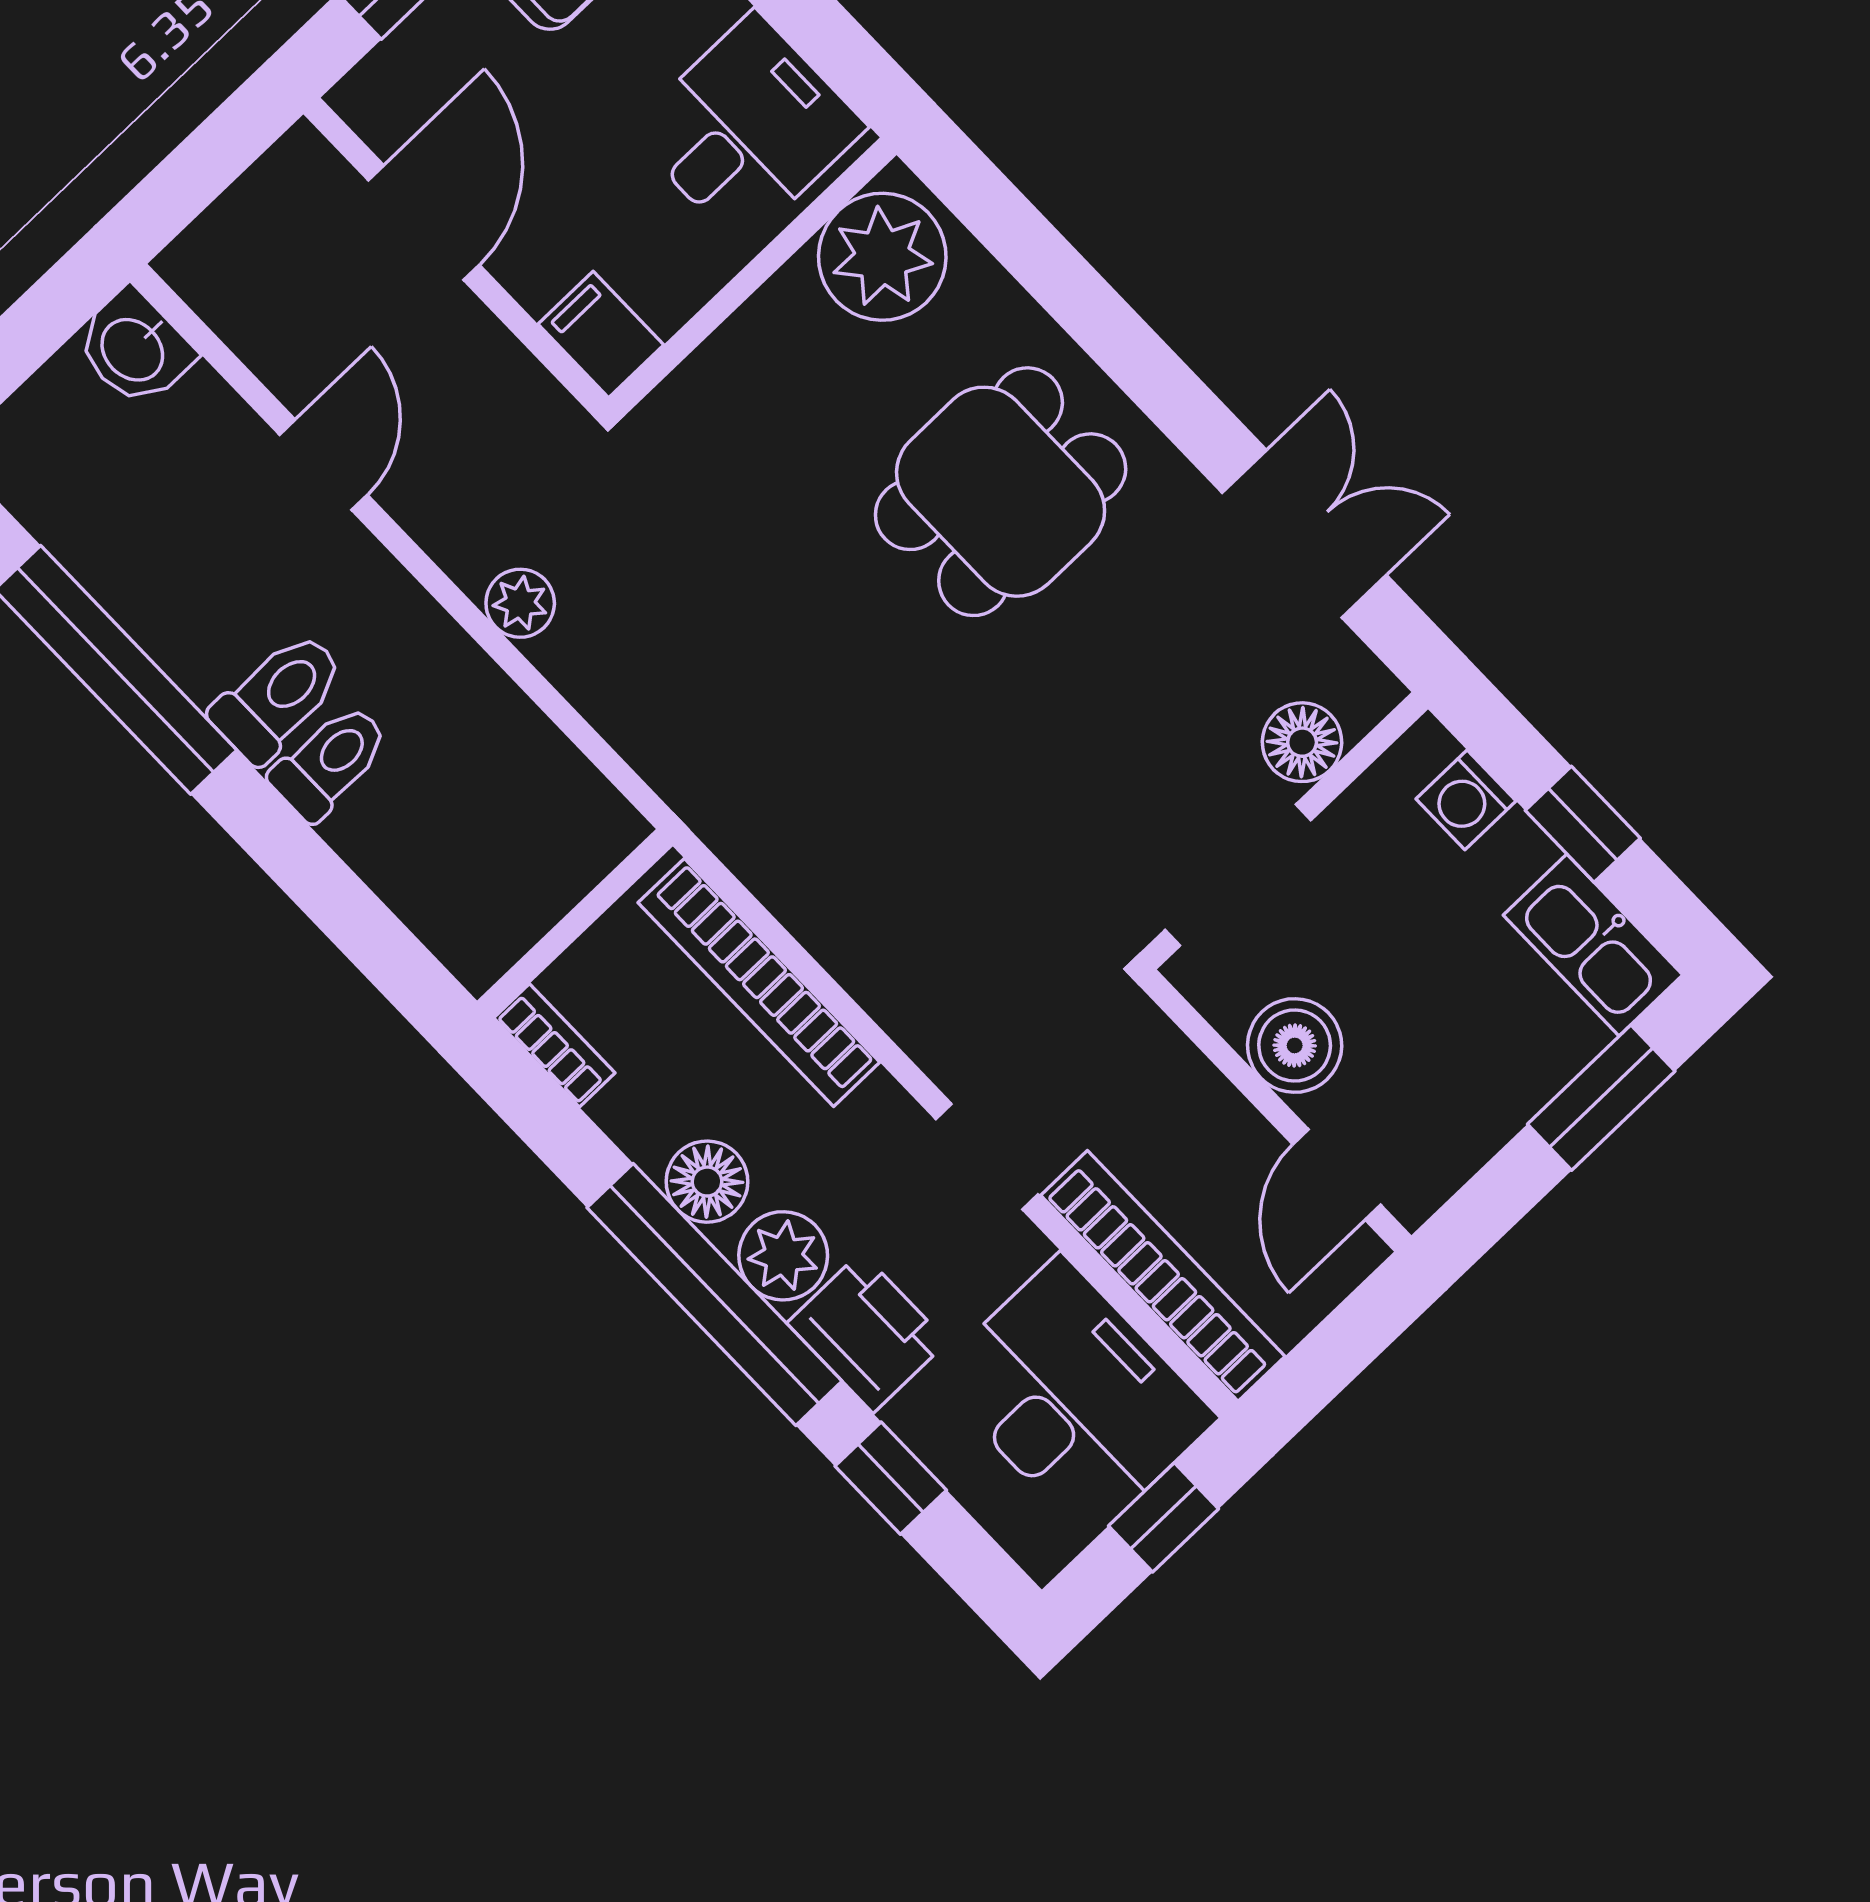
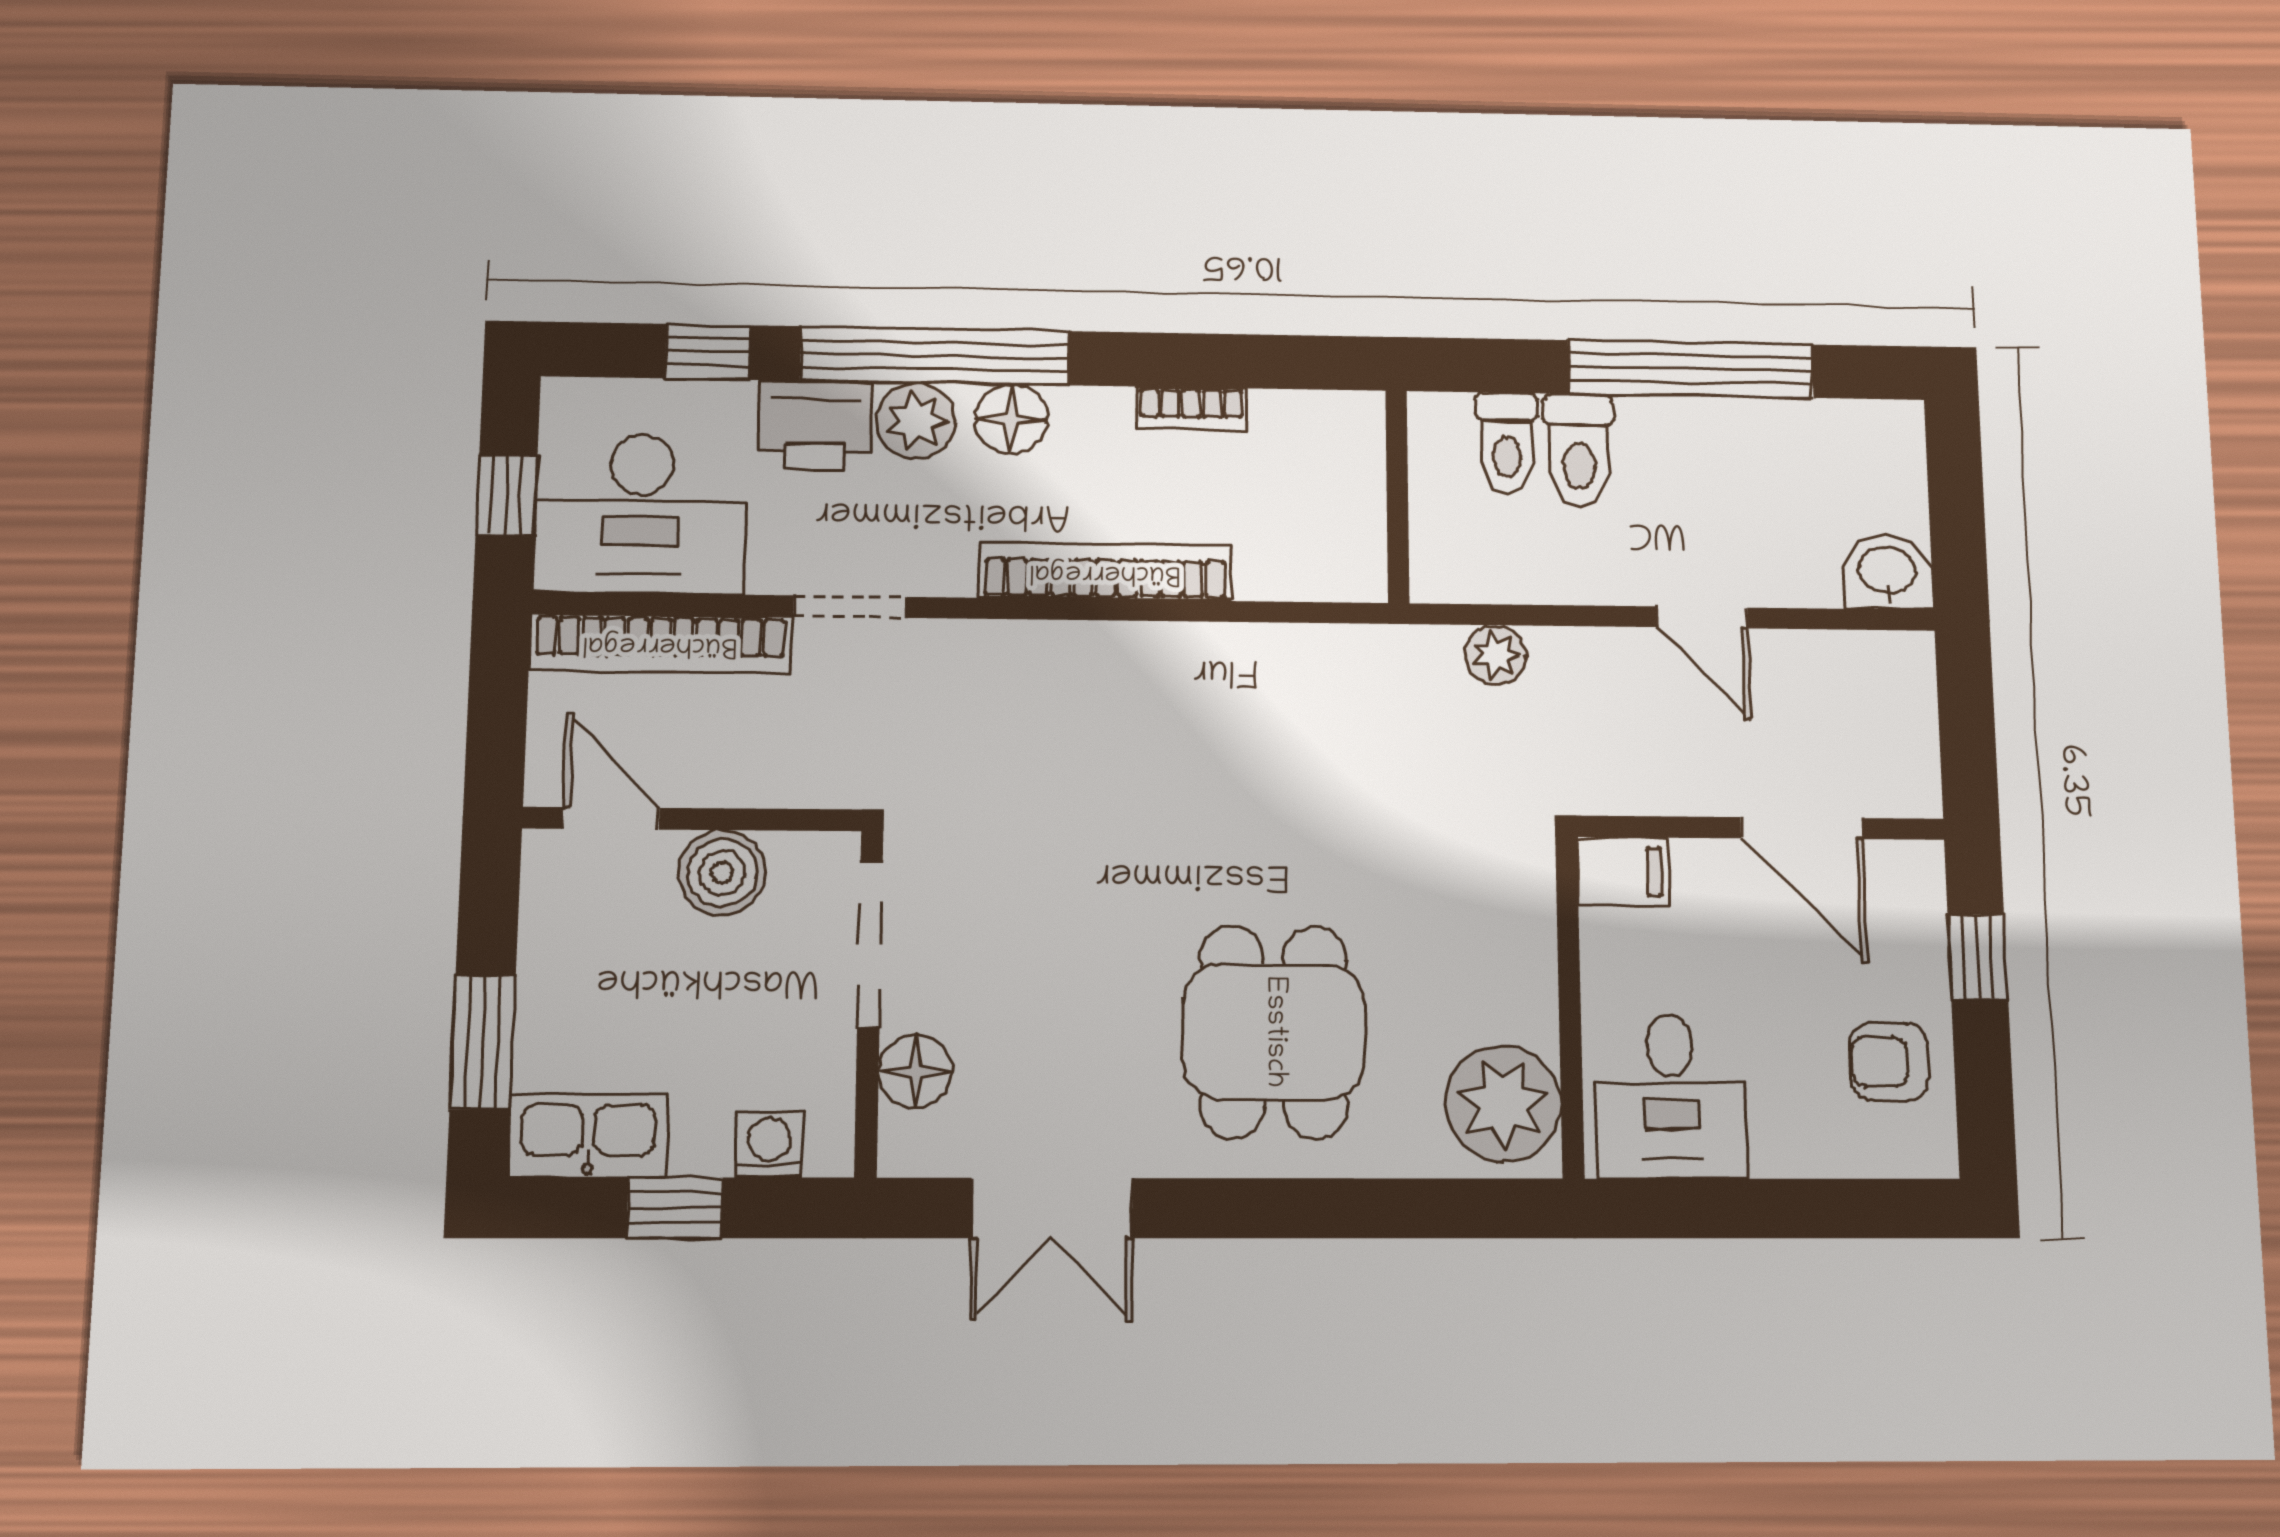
wall: (575, 923) -> (1397, 496), moved

